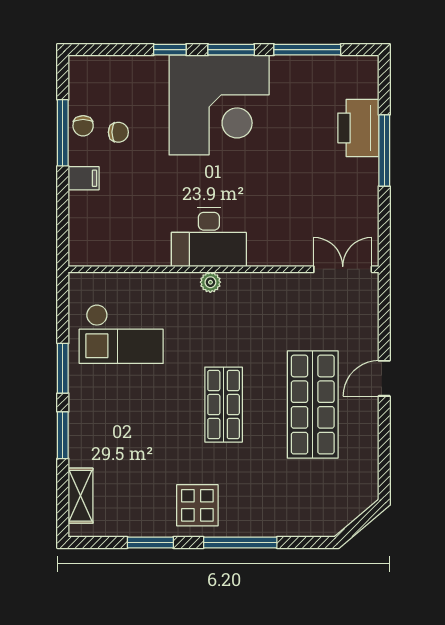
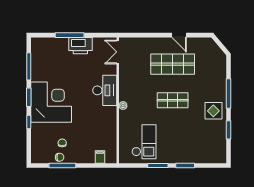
printer: (358, 128) -> (80, 46), moved
filing cabinet: (84, 178) -> (100, 157), moved
desk: (209, 237) -> (105, 90), moved
door: (384, 378) -> (179, 35), moved
shelving: (81, 496) -> (210, 158), removed

